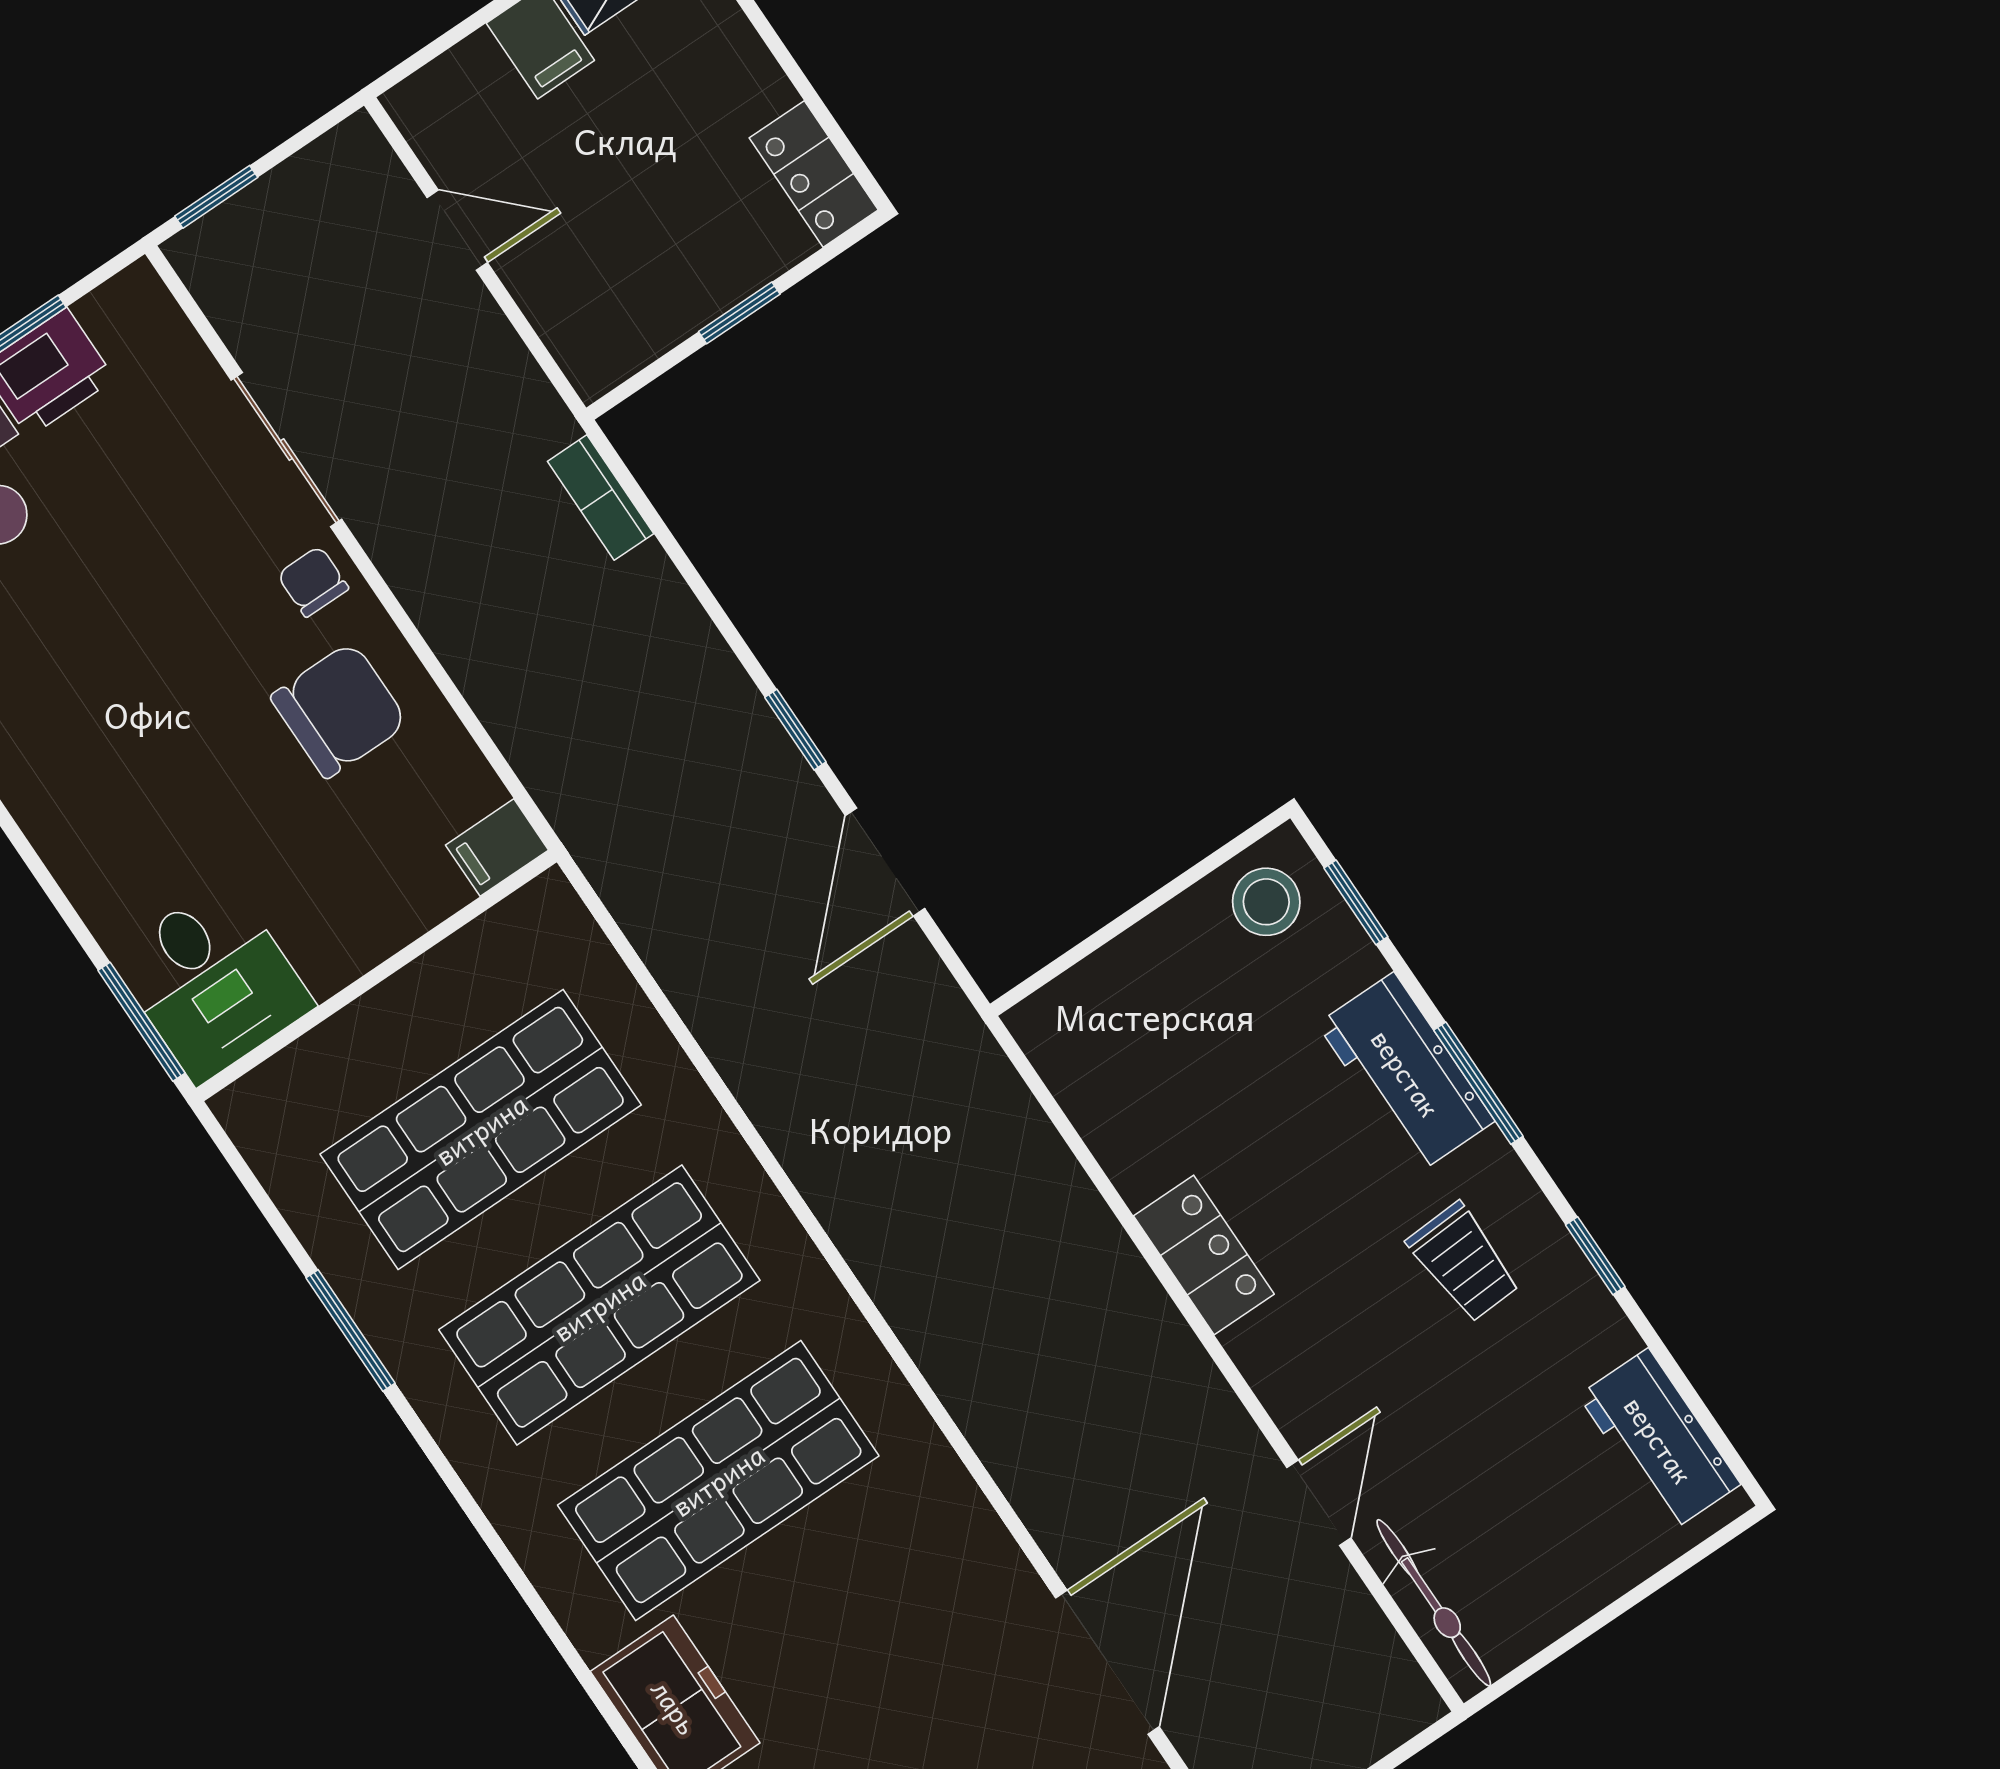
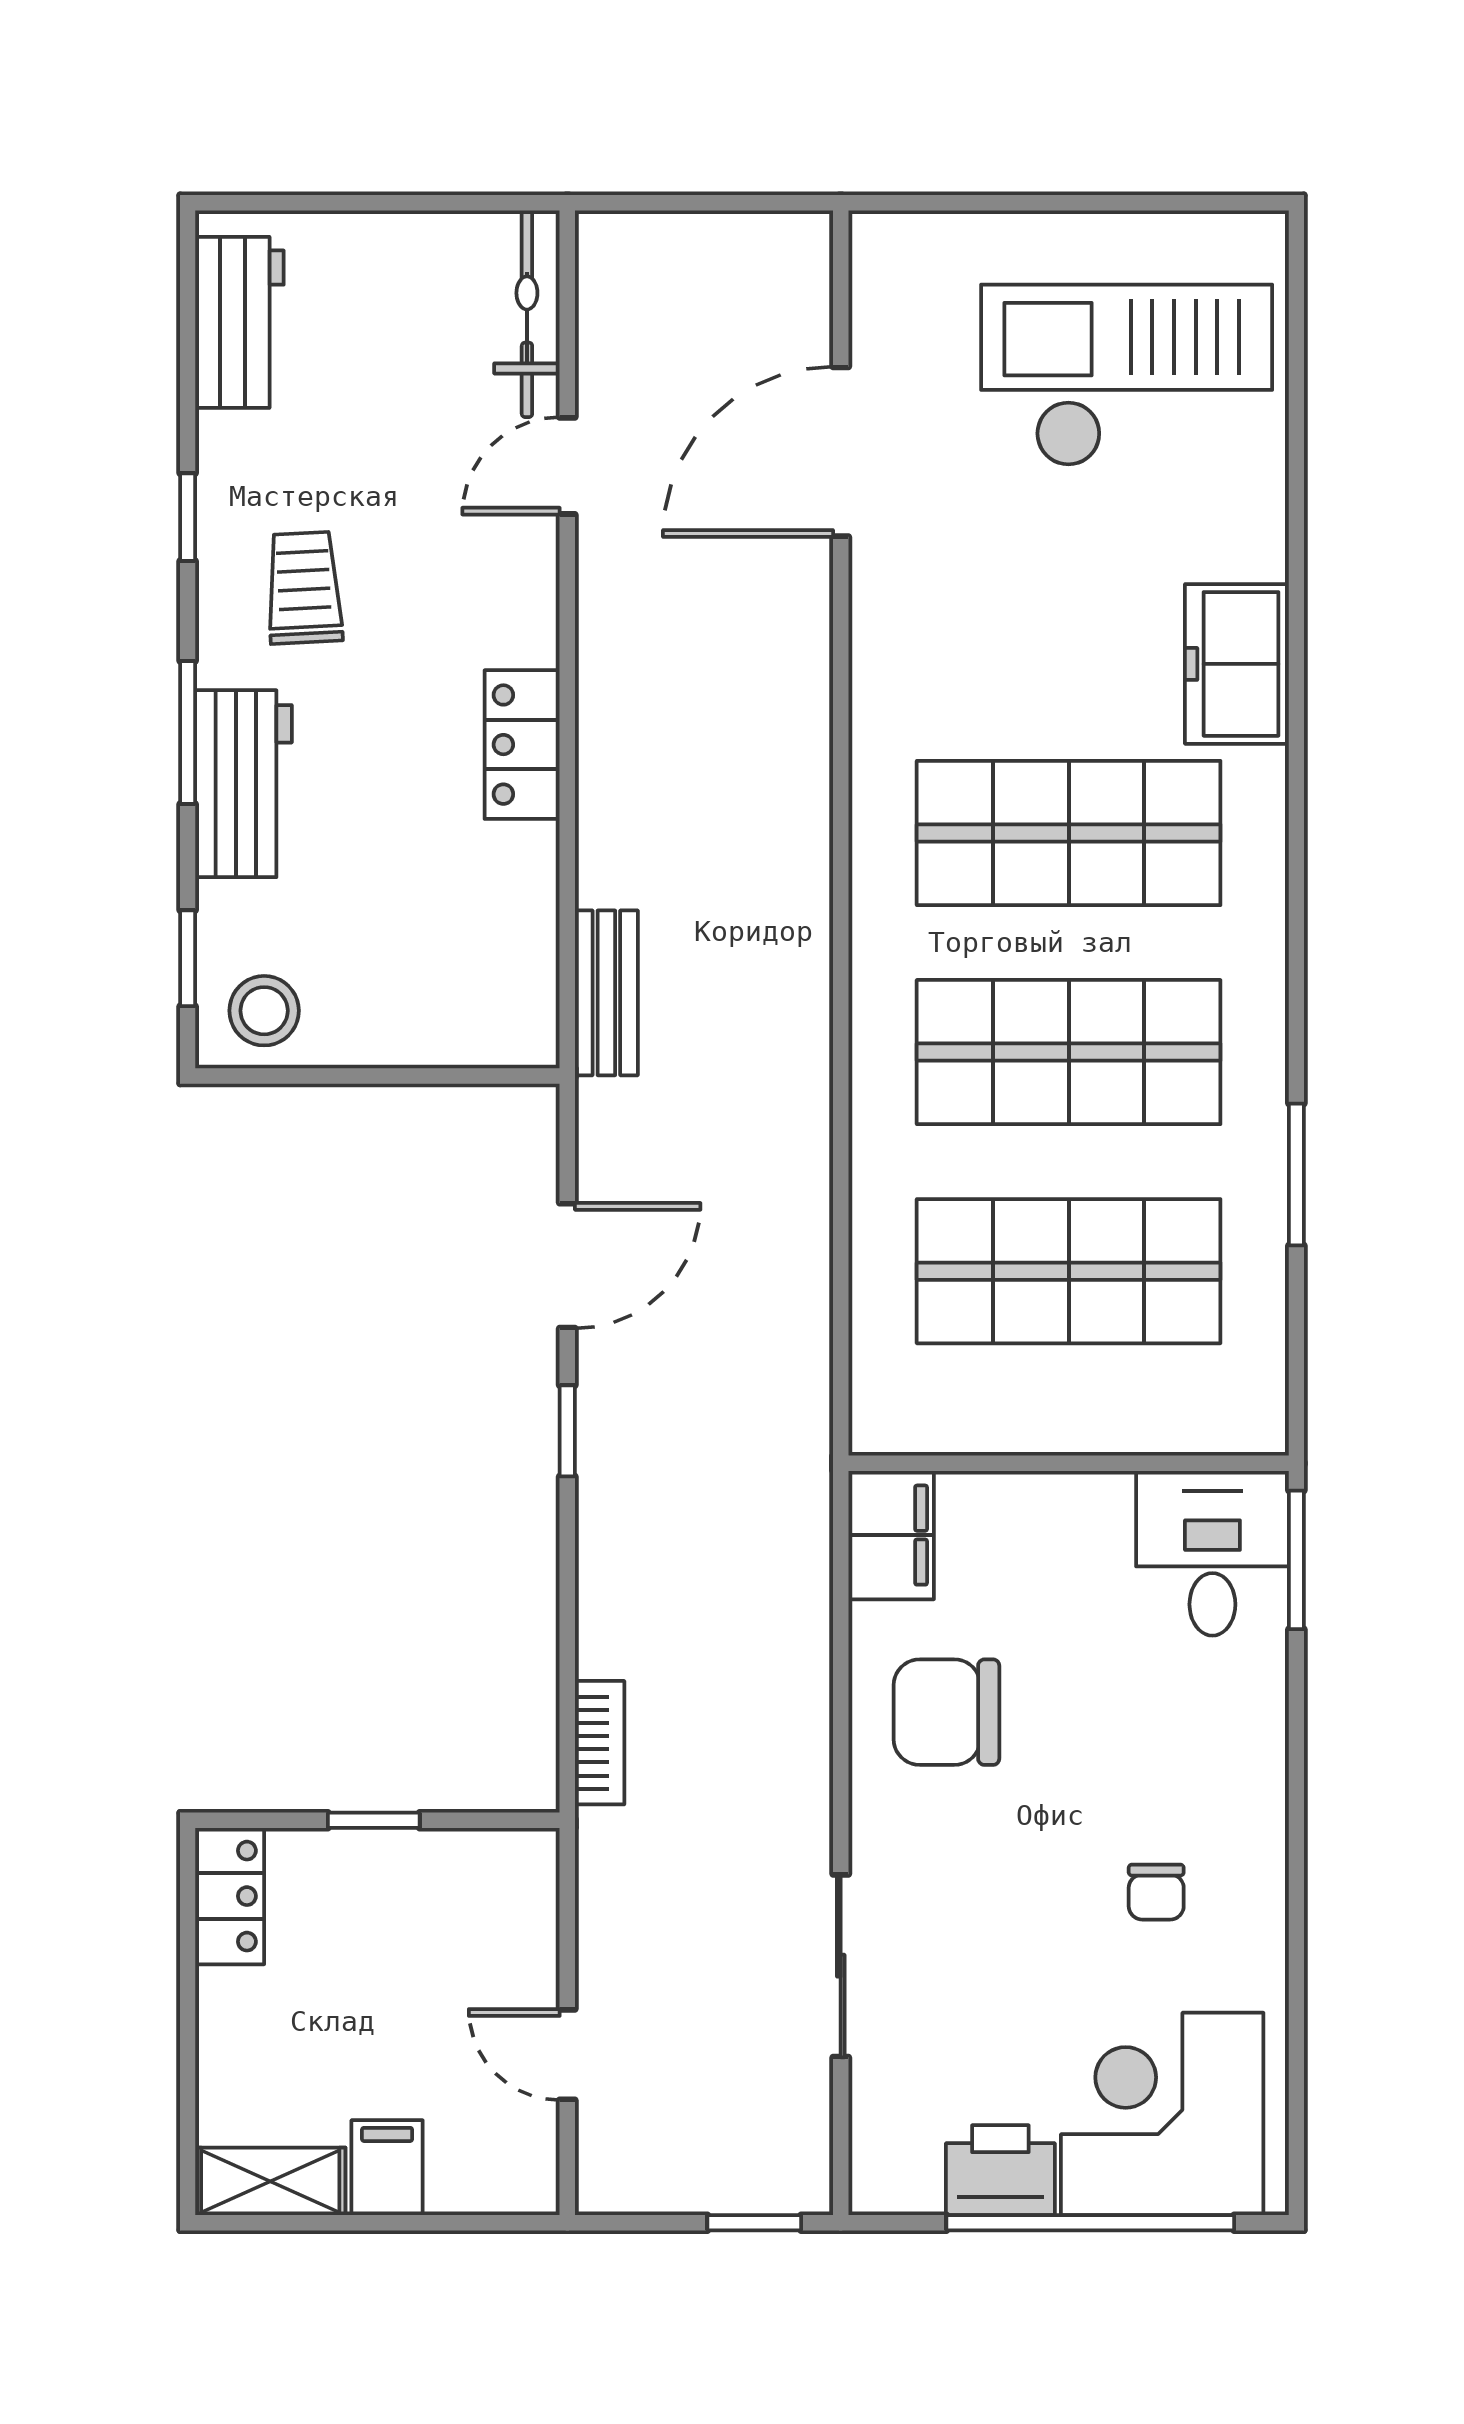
chair: (313, 582) -> (1156, 1892), moved
filing cabinet: (497, 848) -> (891, 1535), width x2.00
bench: (1002, 1102) -> (606, 993), added

